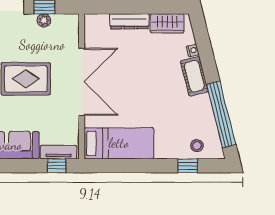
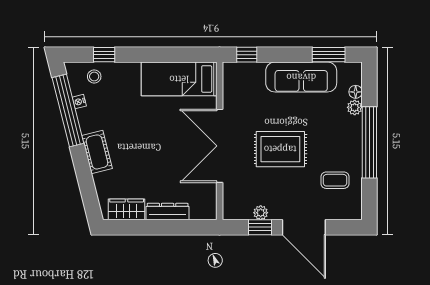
nightstand: (193, 50) -> (79, 102), moved
tv unit: (59, 152) -> (245, 69), removed

